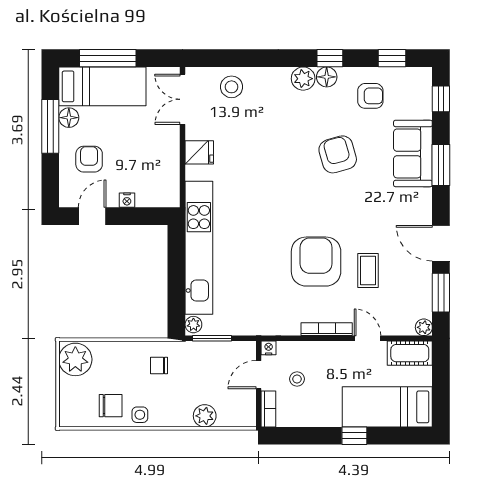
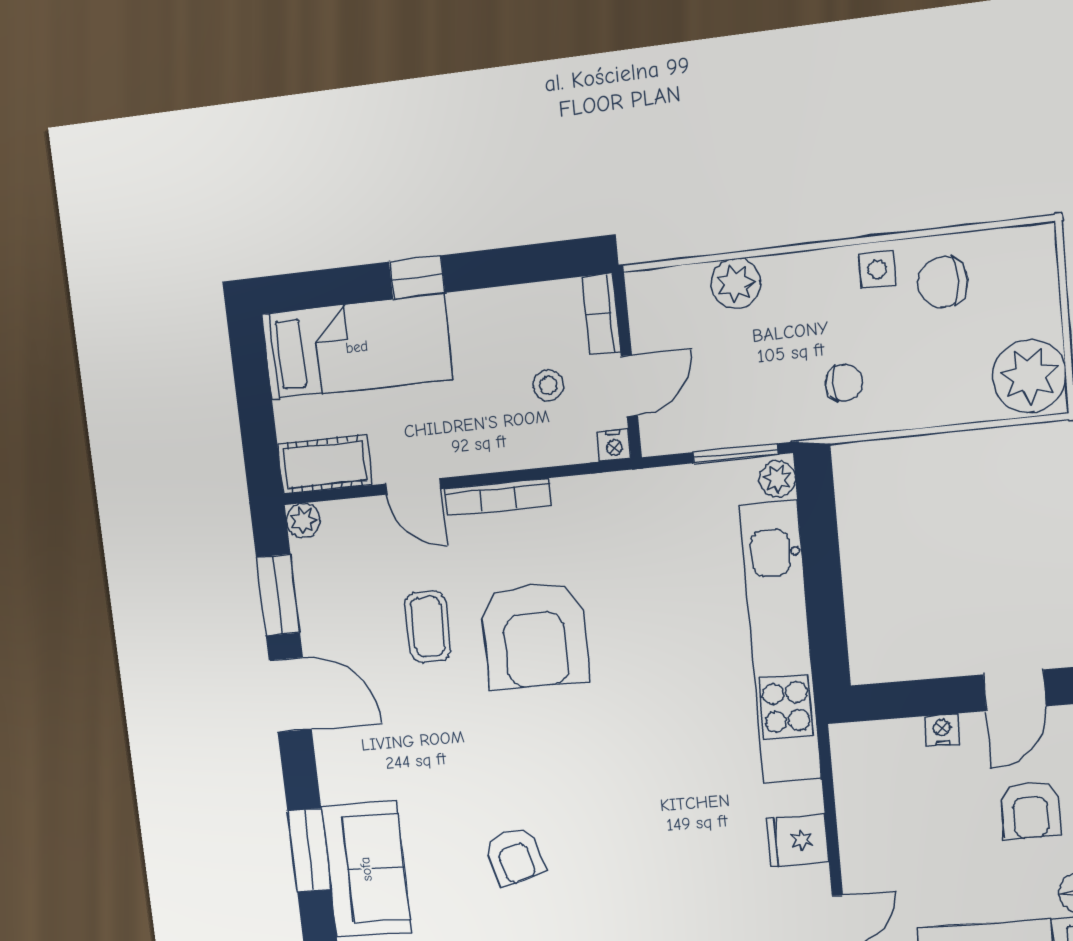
armchair: (338, 154) -> (514, 857), width x0.72, depth x0.72

